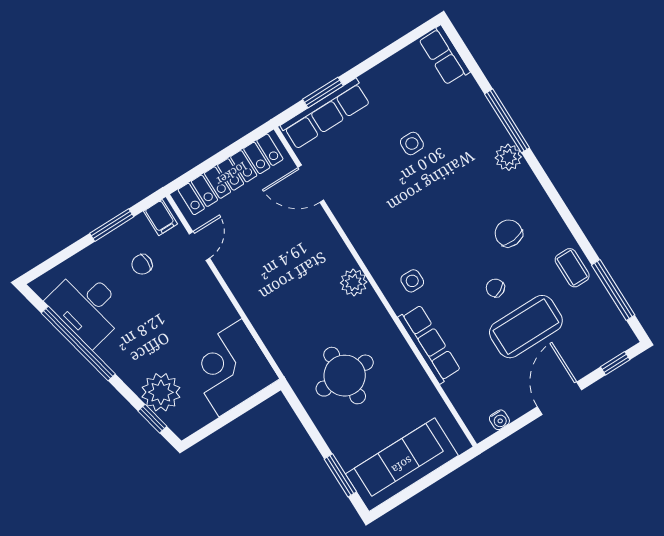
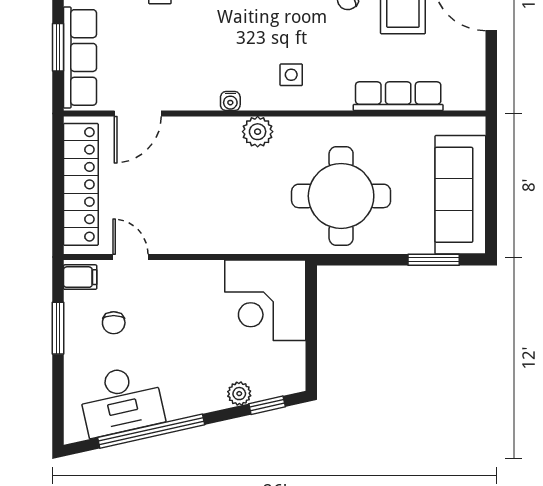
row of seats: (429, 344) -> (398, 96), moved
round table: (345, 376) -> (341, 196), width x1.36, depth x1.36
plant: (161, 392) -> (239, 394), width x0.53, depth x0.53
water cooler: (499, 420) -> (230, 101), moved, turned 90

